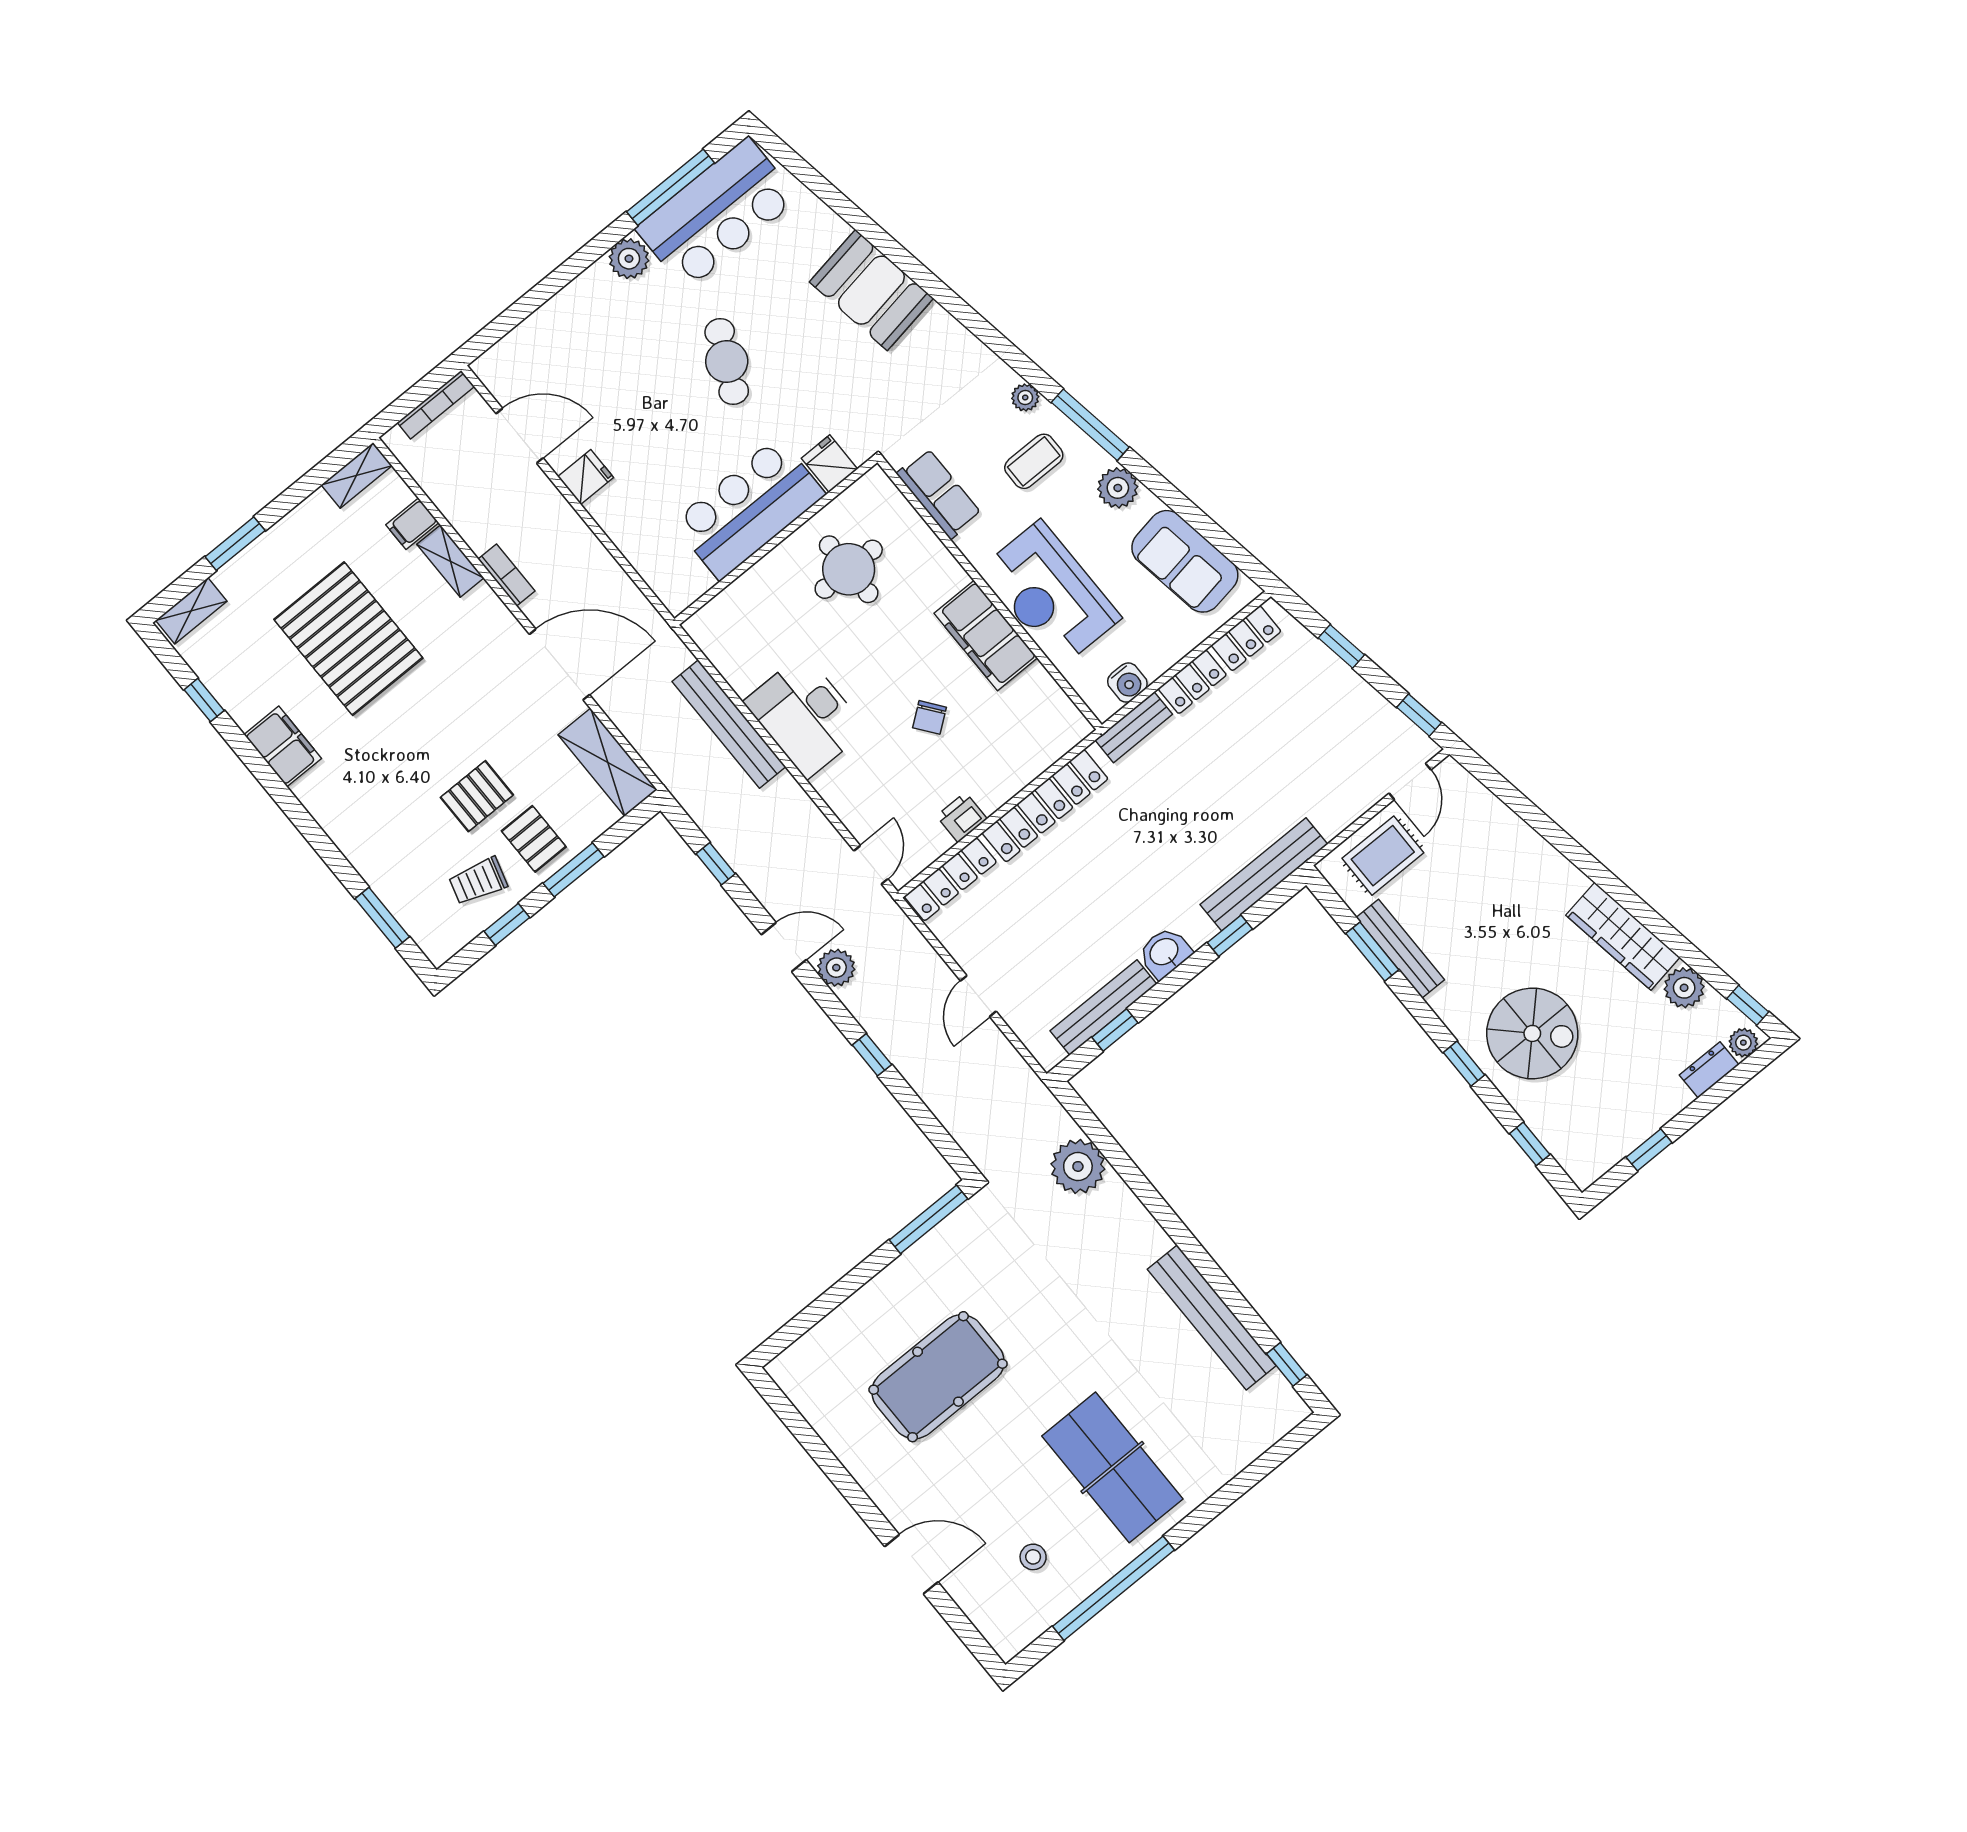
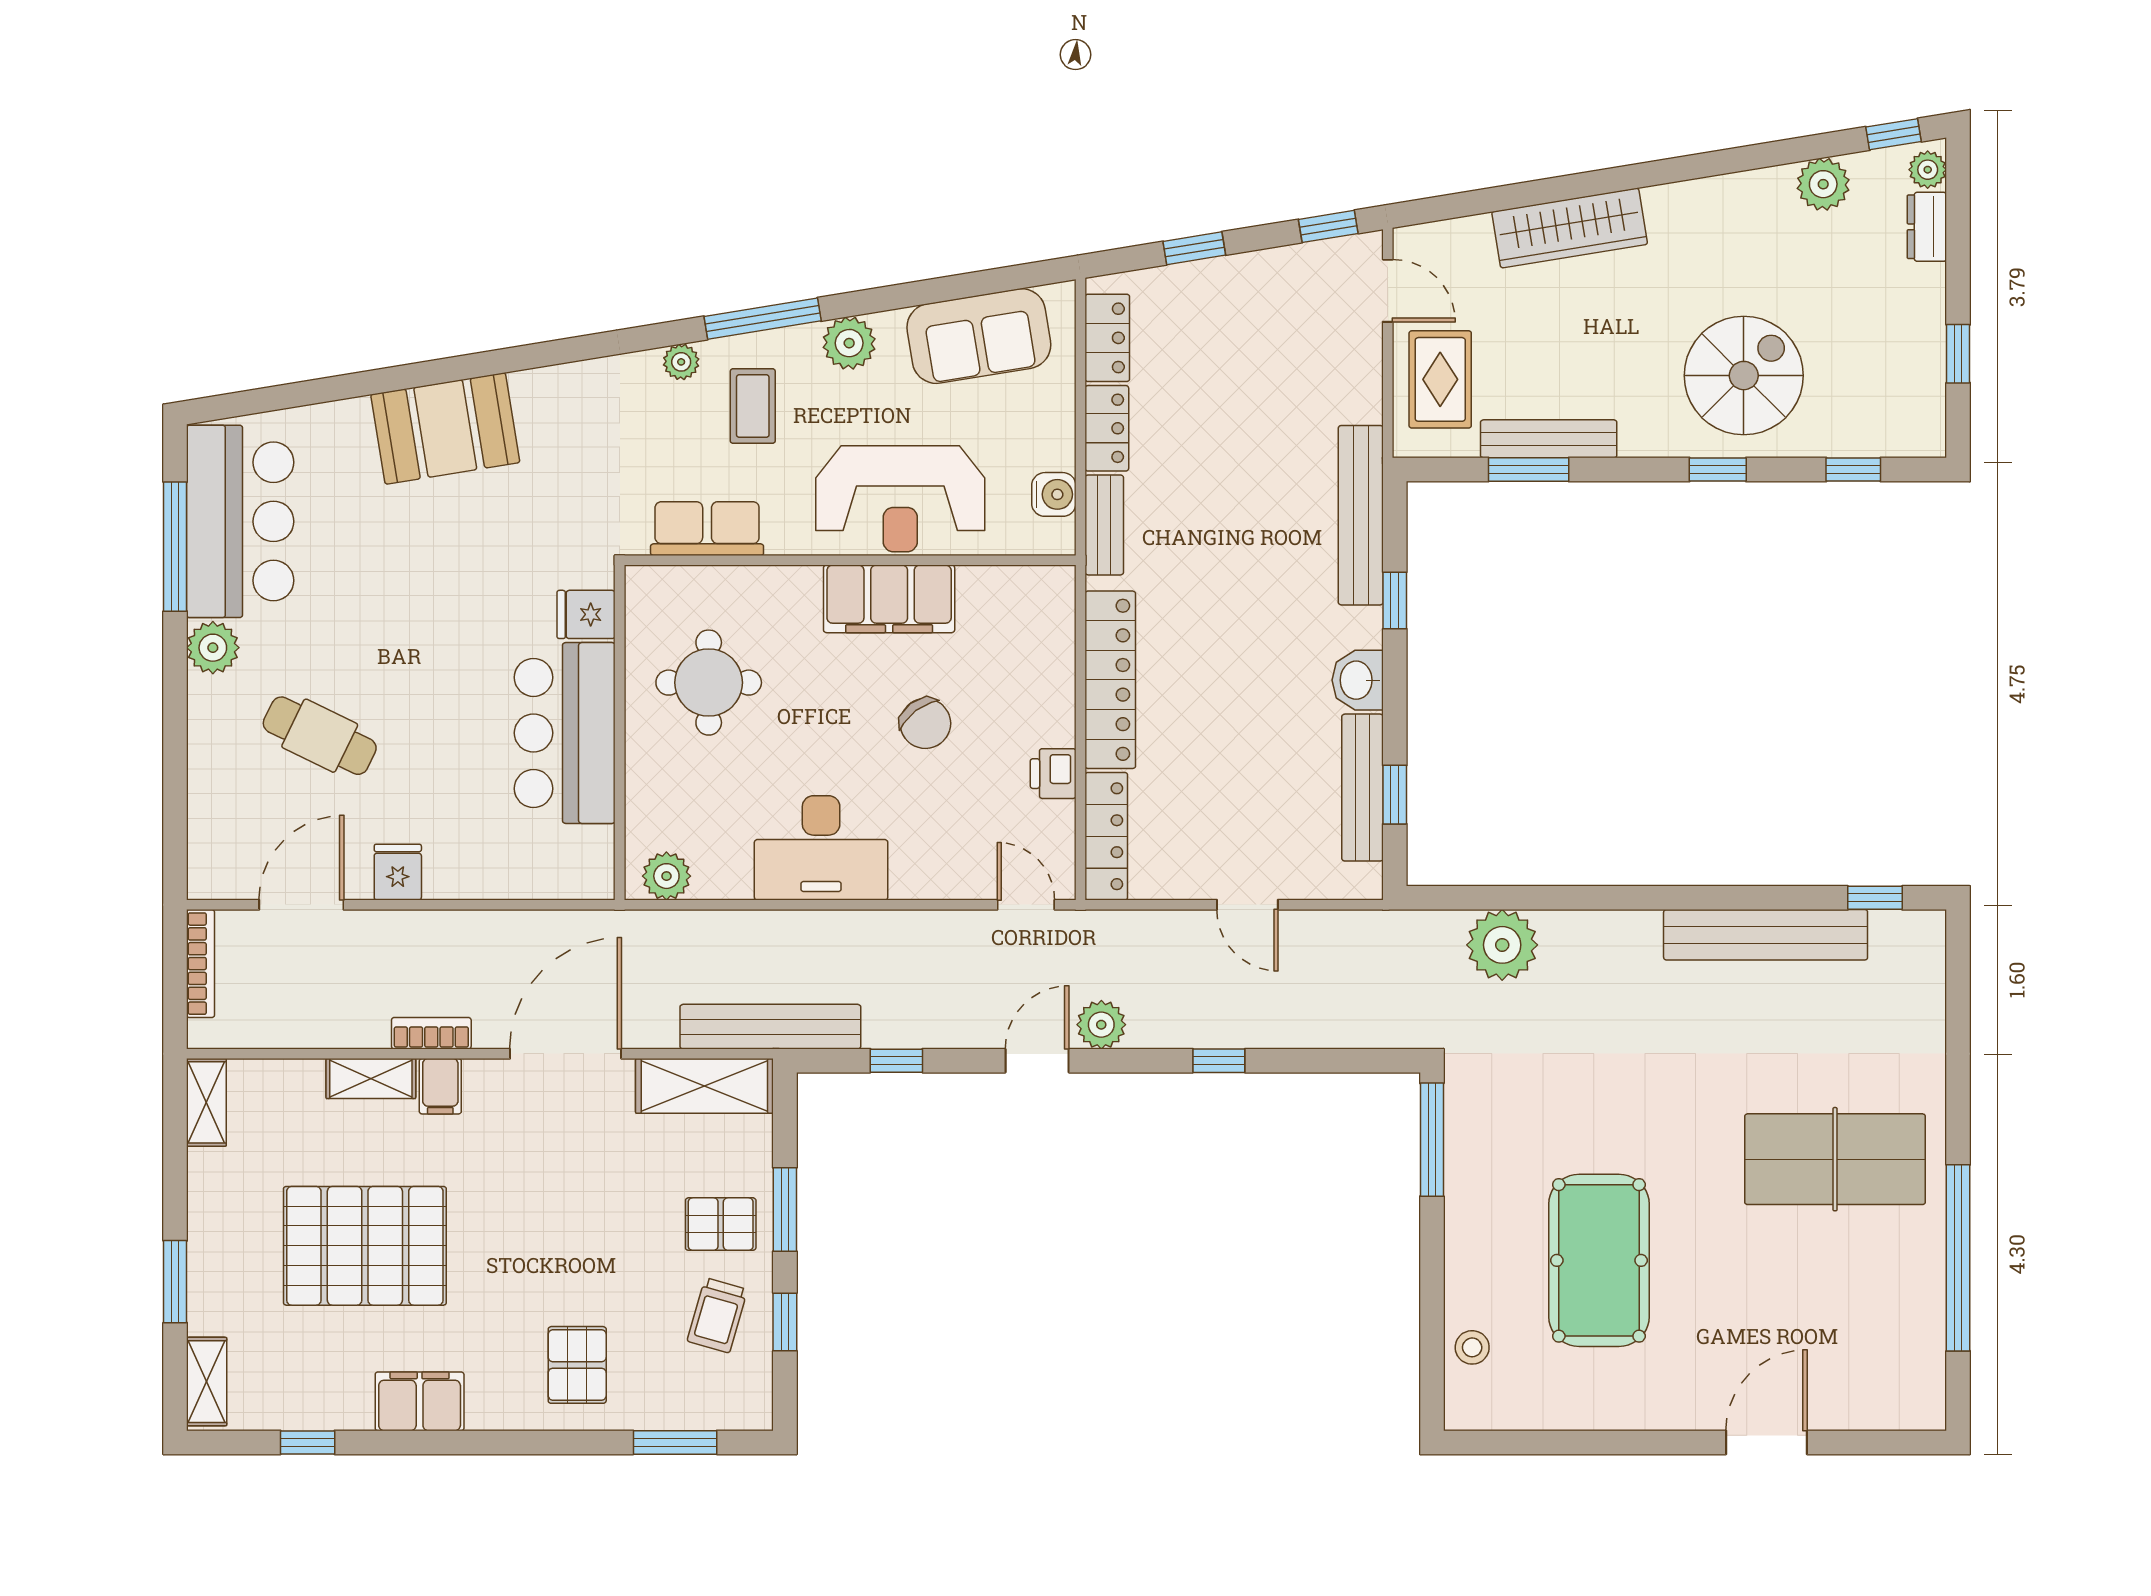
cafe table: (727, 361) -> (320, 736), moved
filing cabinet: (412, 524) -> (440, 1086), moved
plant: (714, 638) -> (666, 876), added
chair: (929, 717) -> (925, 723), width x1.37, depth x1.37
bench: (729, 724) -> (770, 1027), moved
pallet: (477, 796) -> (577, 1365), moved
wardrobe: (1623, 936) -> (1570, 228), moved
stool: (1033, 1557) -> (1472, 1347), moved

